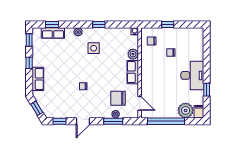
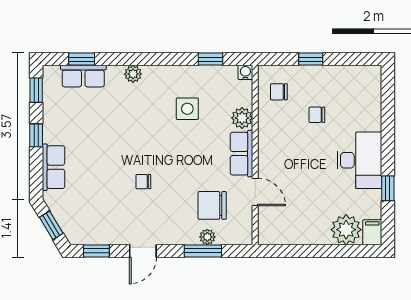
window: (99, 24) -> (210, 59), moved
side table: (94, 48) -> (187, 109), moved
door: (140, 103) -> (255, 192), moved
window: (166, 121) -> (307, 251), removed

